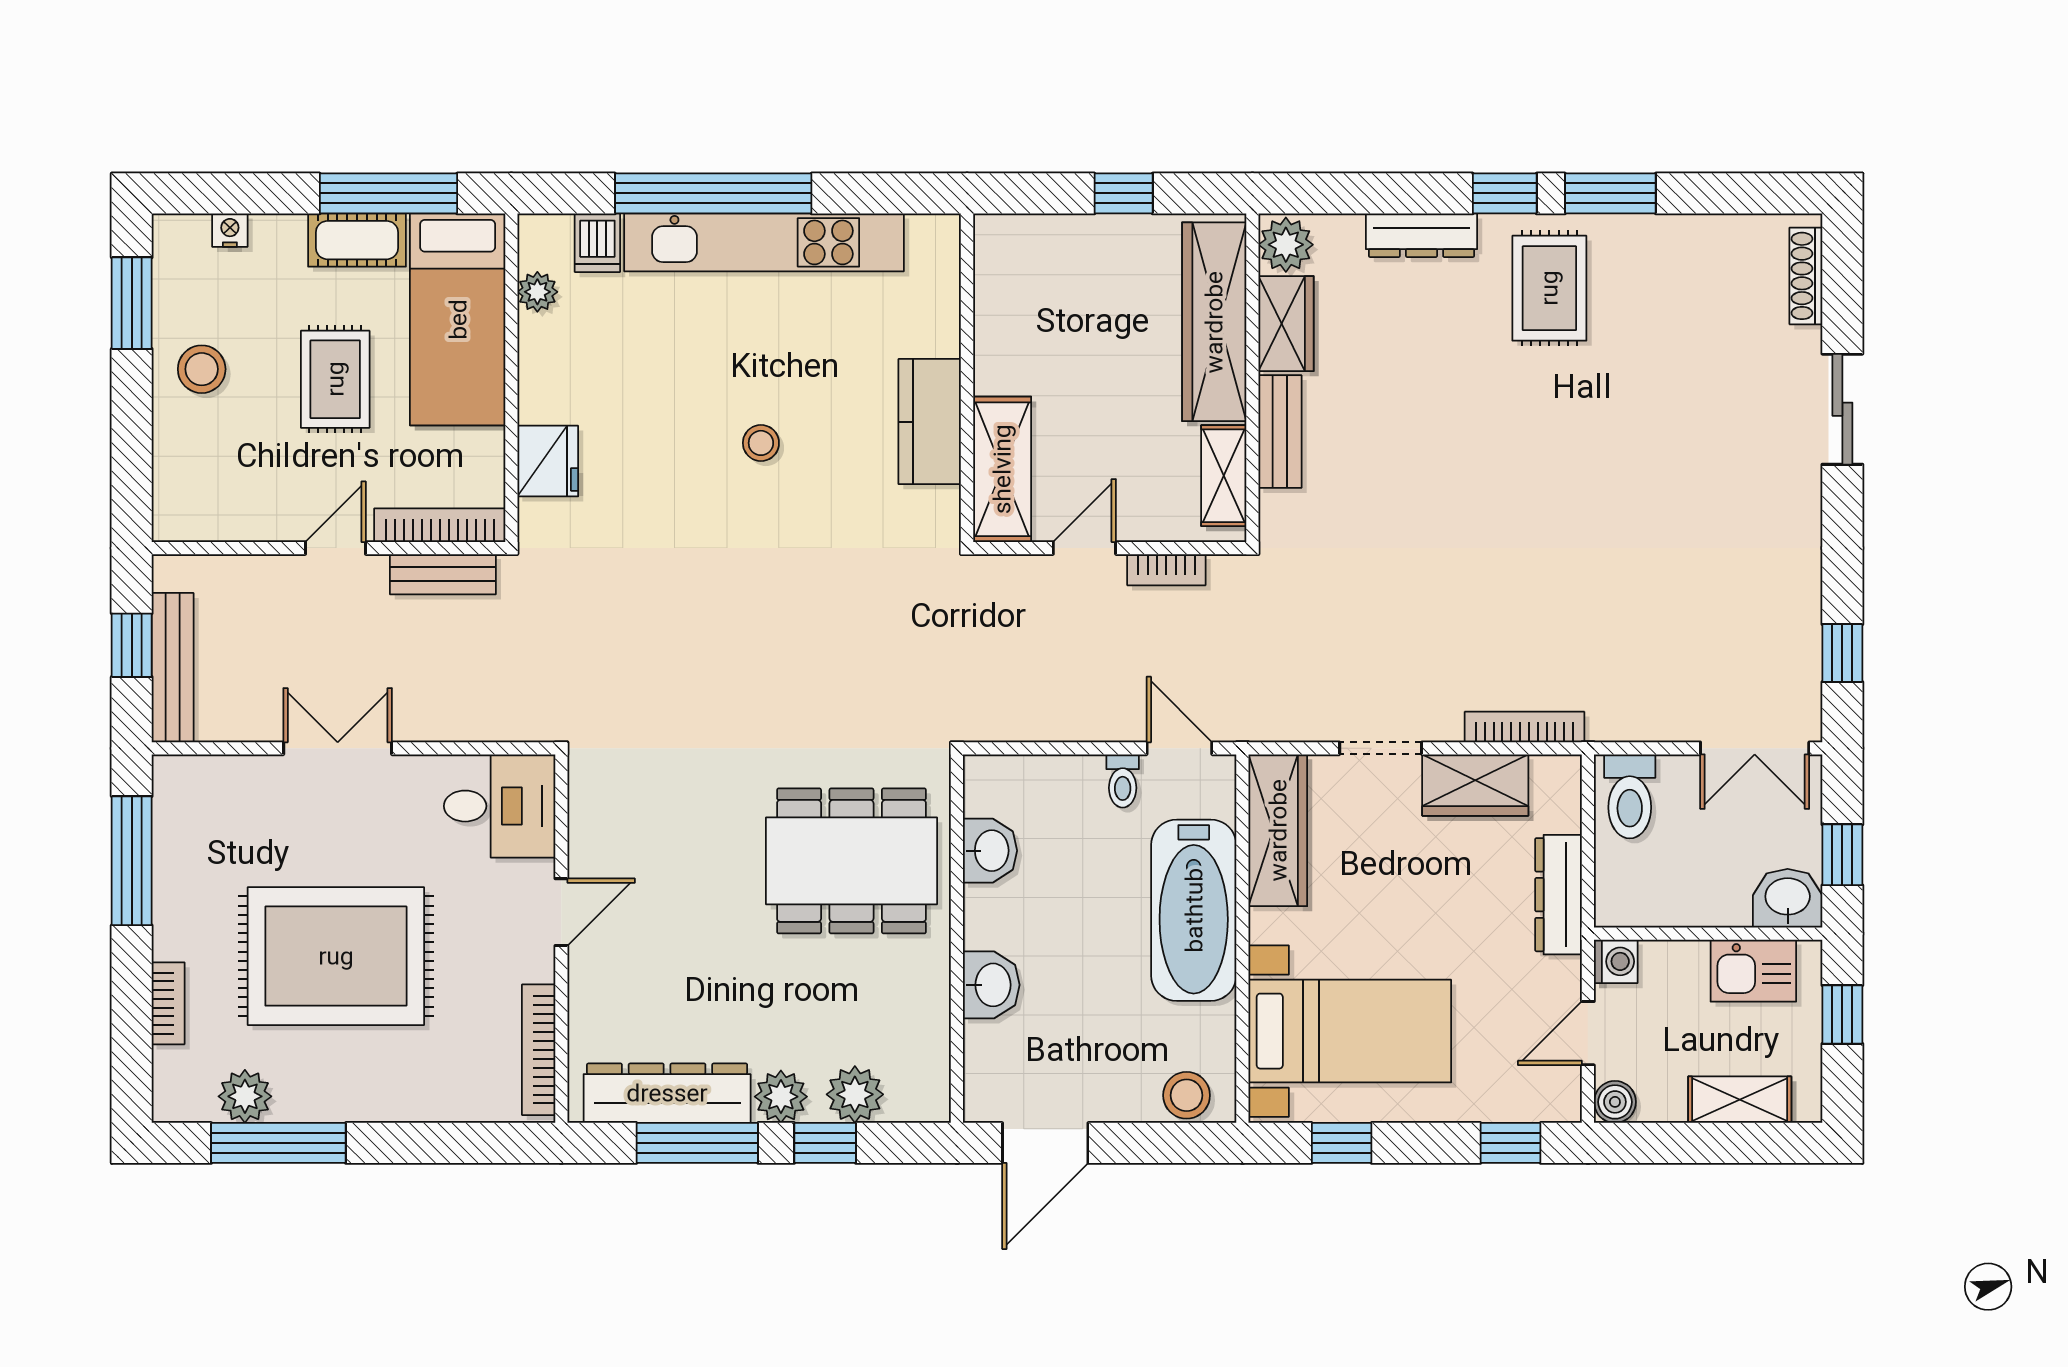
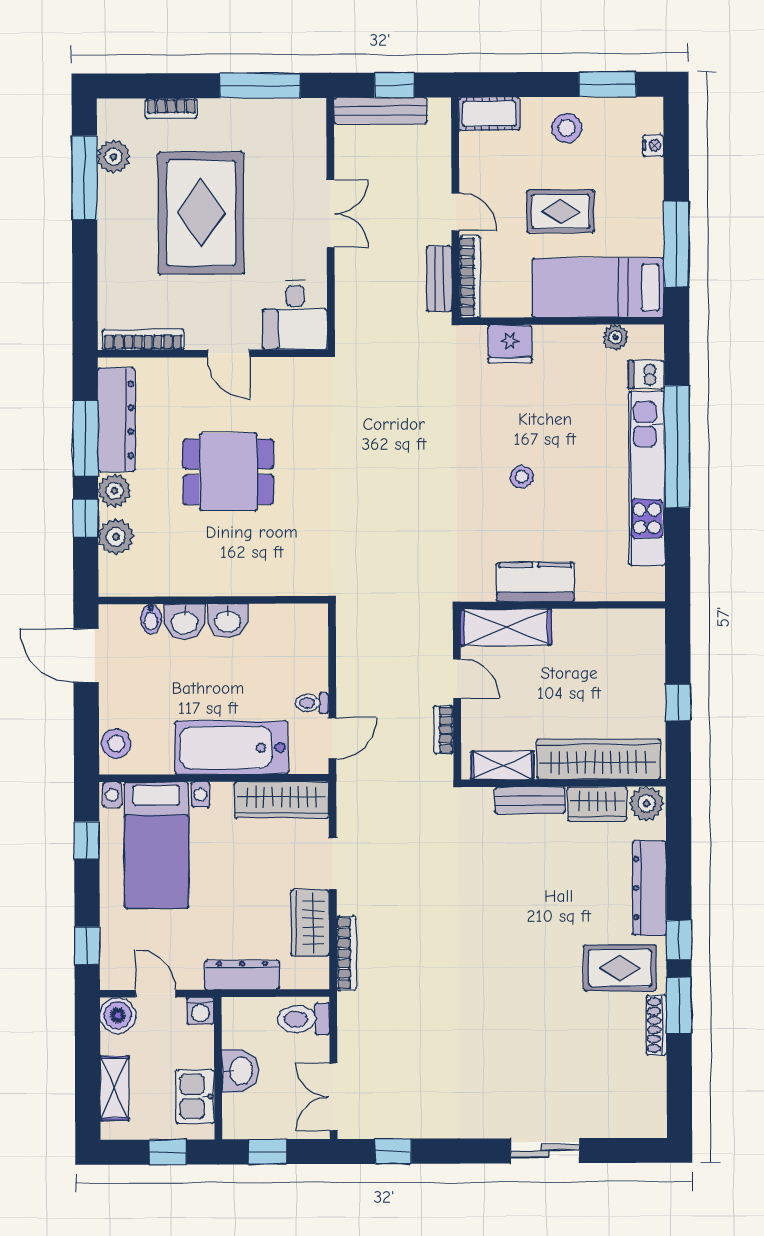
dresser: (1421, 235) -> (649, 888), width x1.37, depth x1.24
cot: (357, 240) -> (489, 114), moved, turned 90
shoe rack: (1806, 276) -> (656, 1025), moved, turned -90
washbasin: (990, 851) -> (228, 621), moved
dining table: (851, 861) -> (228, 472), moved, width x0.73
washbasin: (1788, 898) -> (240, 1071), moved
bidet: (987, 1039) -> (151, 619), added
boiler: (1615, 1102) -> (118, 1015), width x1.36, depth x1.36

